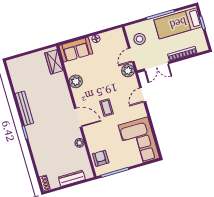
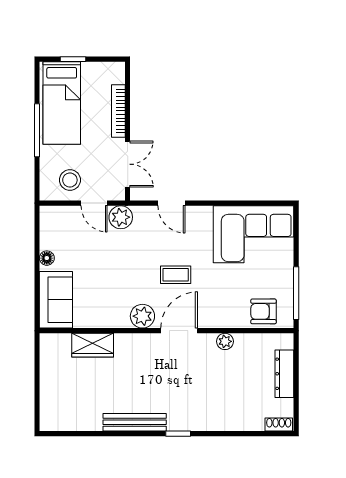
wardrobe: (54, 62) -> (93, 345), moved
plant: (76, 81) -> (142, 316), moved

